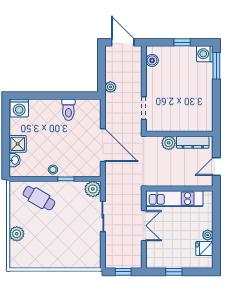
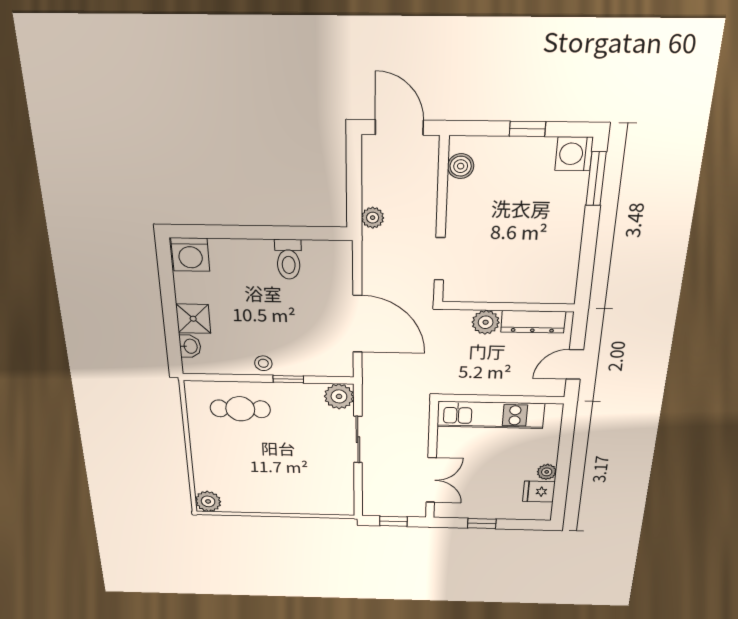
cafe table: (39, 198) -> (240, 409), turned -30
double door: (144, 226) -> (431, 480), moved
plant: (17, 234) -> (208, 501), moved

